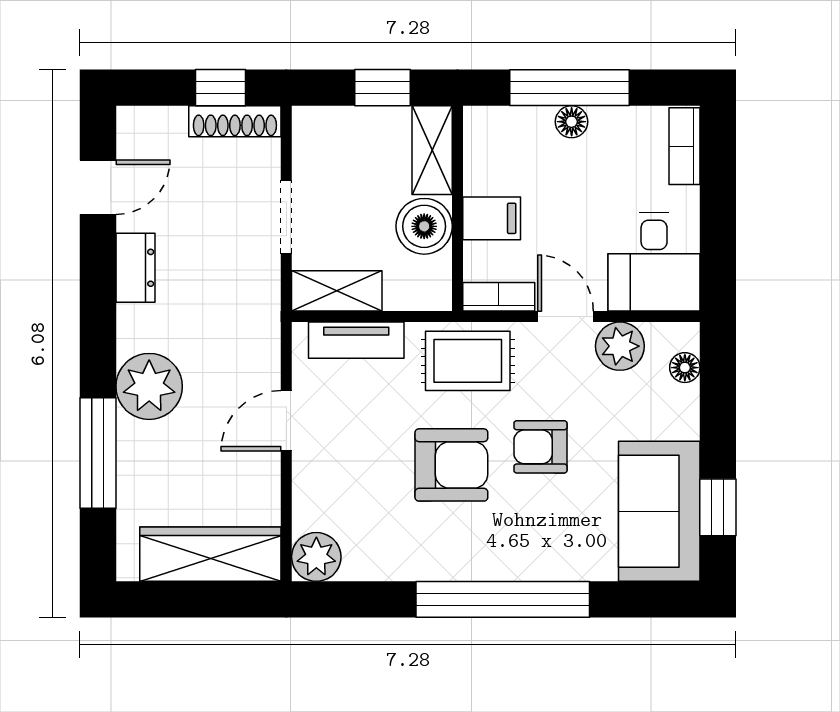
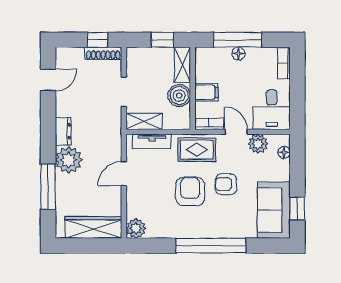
dresser: (135, 268) -> (63, 131), moved
armchair: (451, 465) -> (190, 191), turned -90

